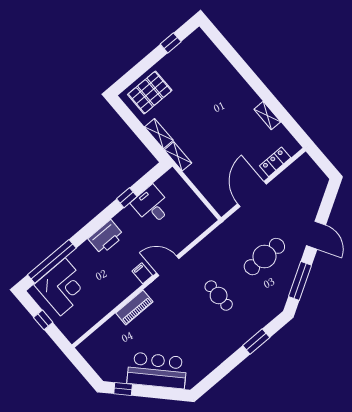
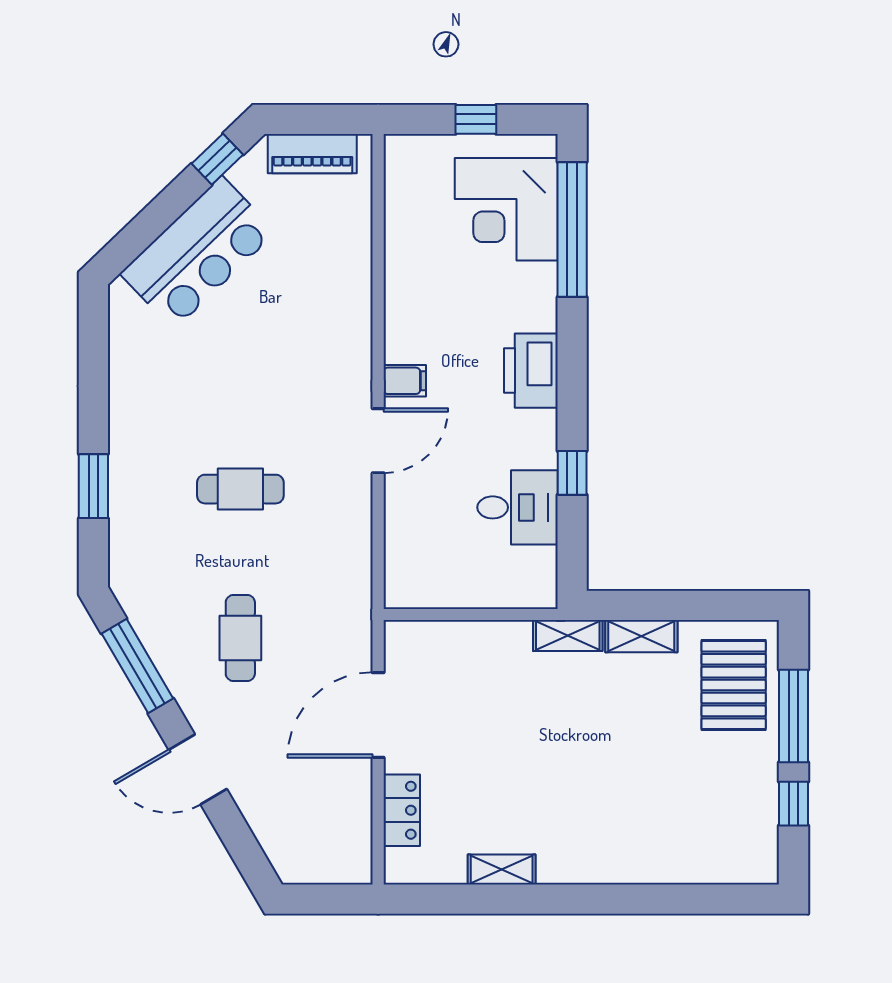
window: (144, 66) -> (794, 716), added
door: (252, 194) -> (378, 715), swing flipped
cafe table: (264, 257) -> (240, 638), width x0.73, depth x0.74
piano: (134, 307) -> (312, 154), moved, turned -90

